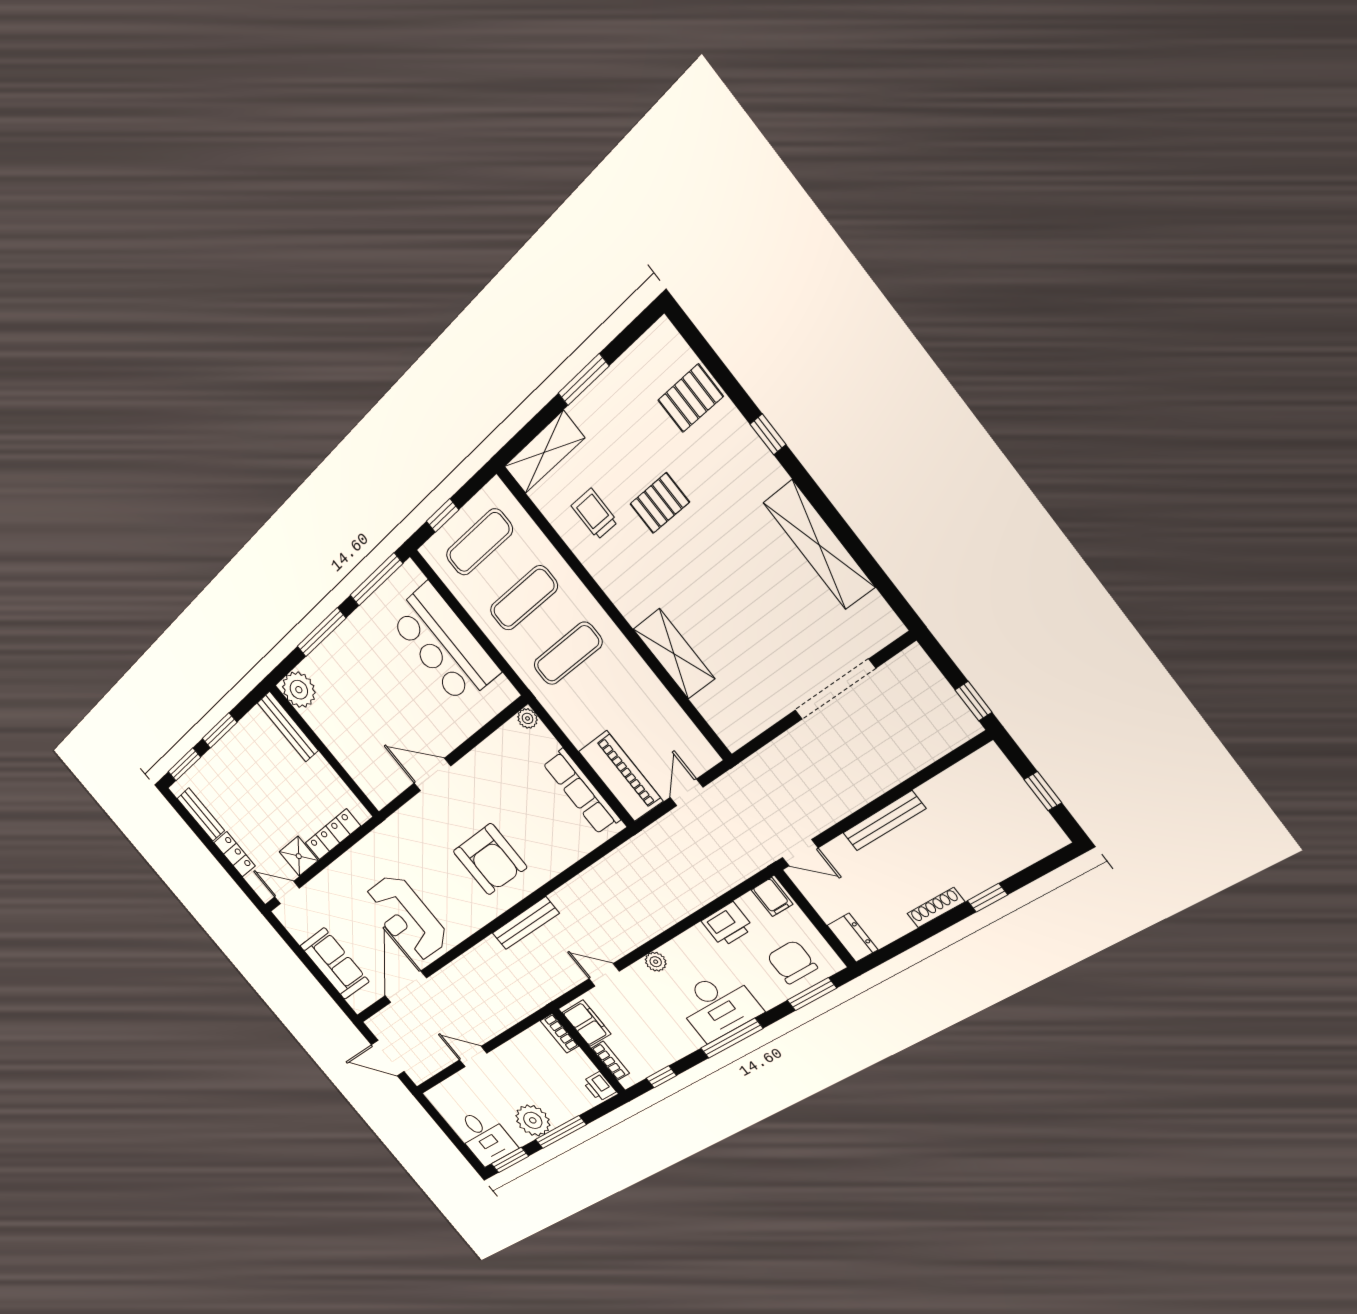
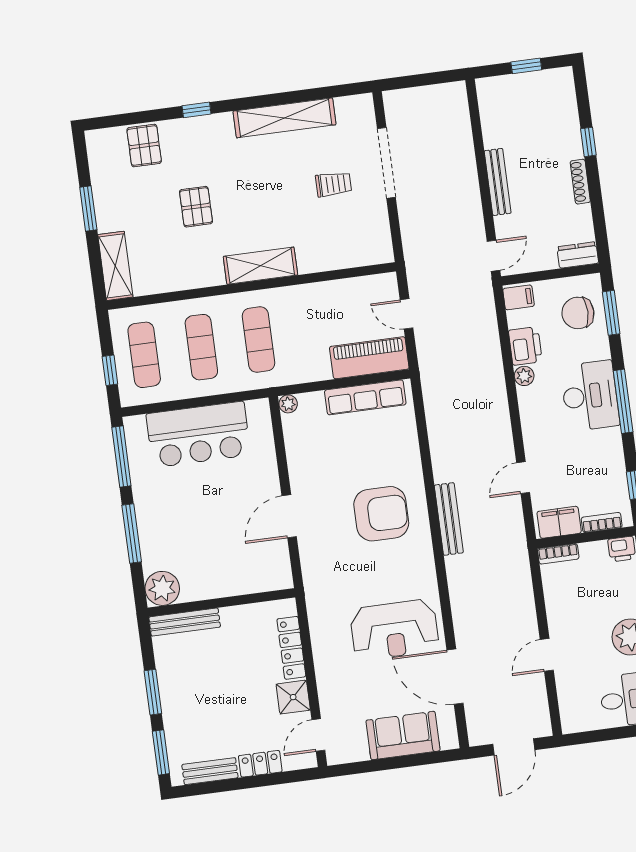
trolley: (594, 514) -> (334, 184), moved, turned 180
shelving: (674, 654) -> (260, 266), moved
window: (973, 701) -> (442, 77), removed
plant: (656, 962) -> (524, 376), moved

